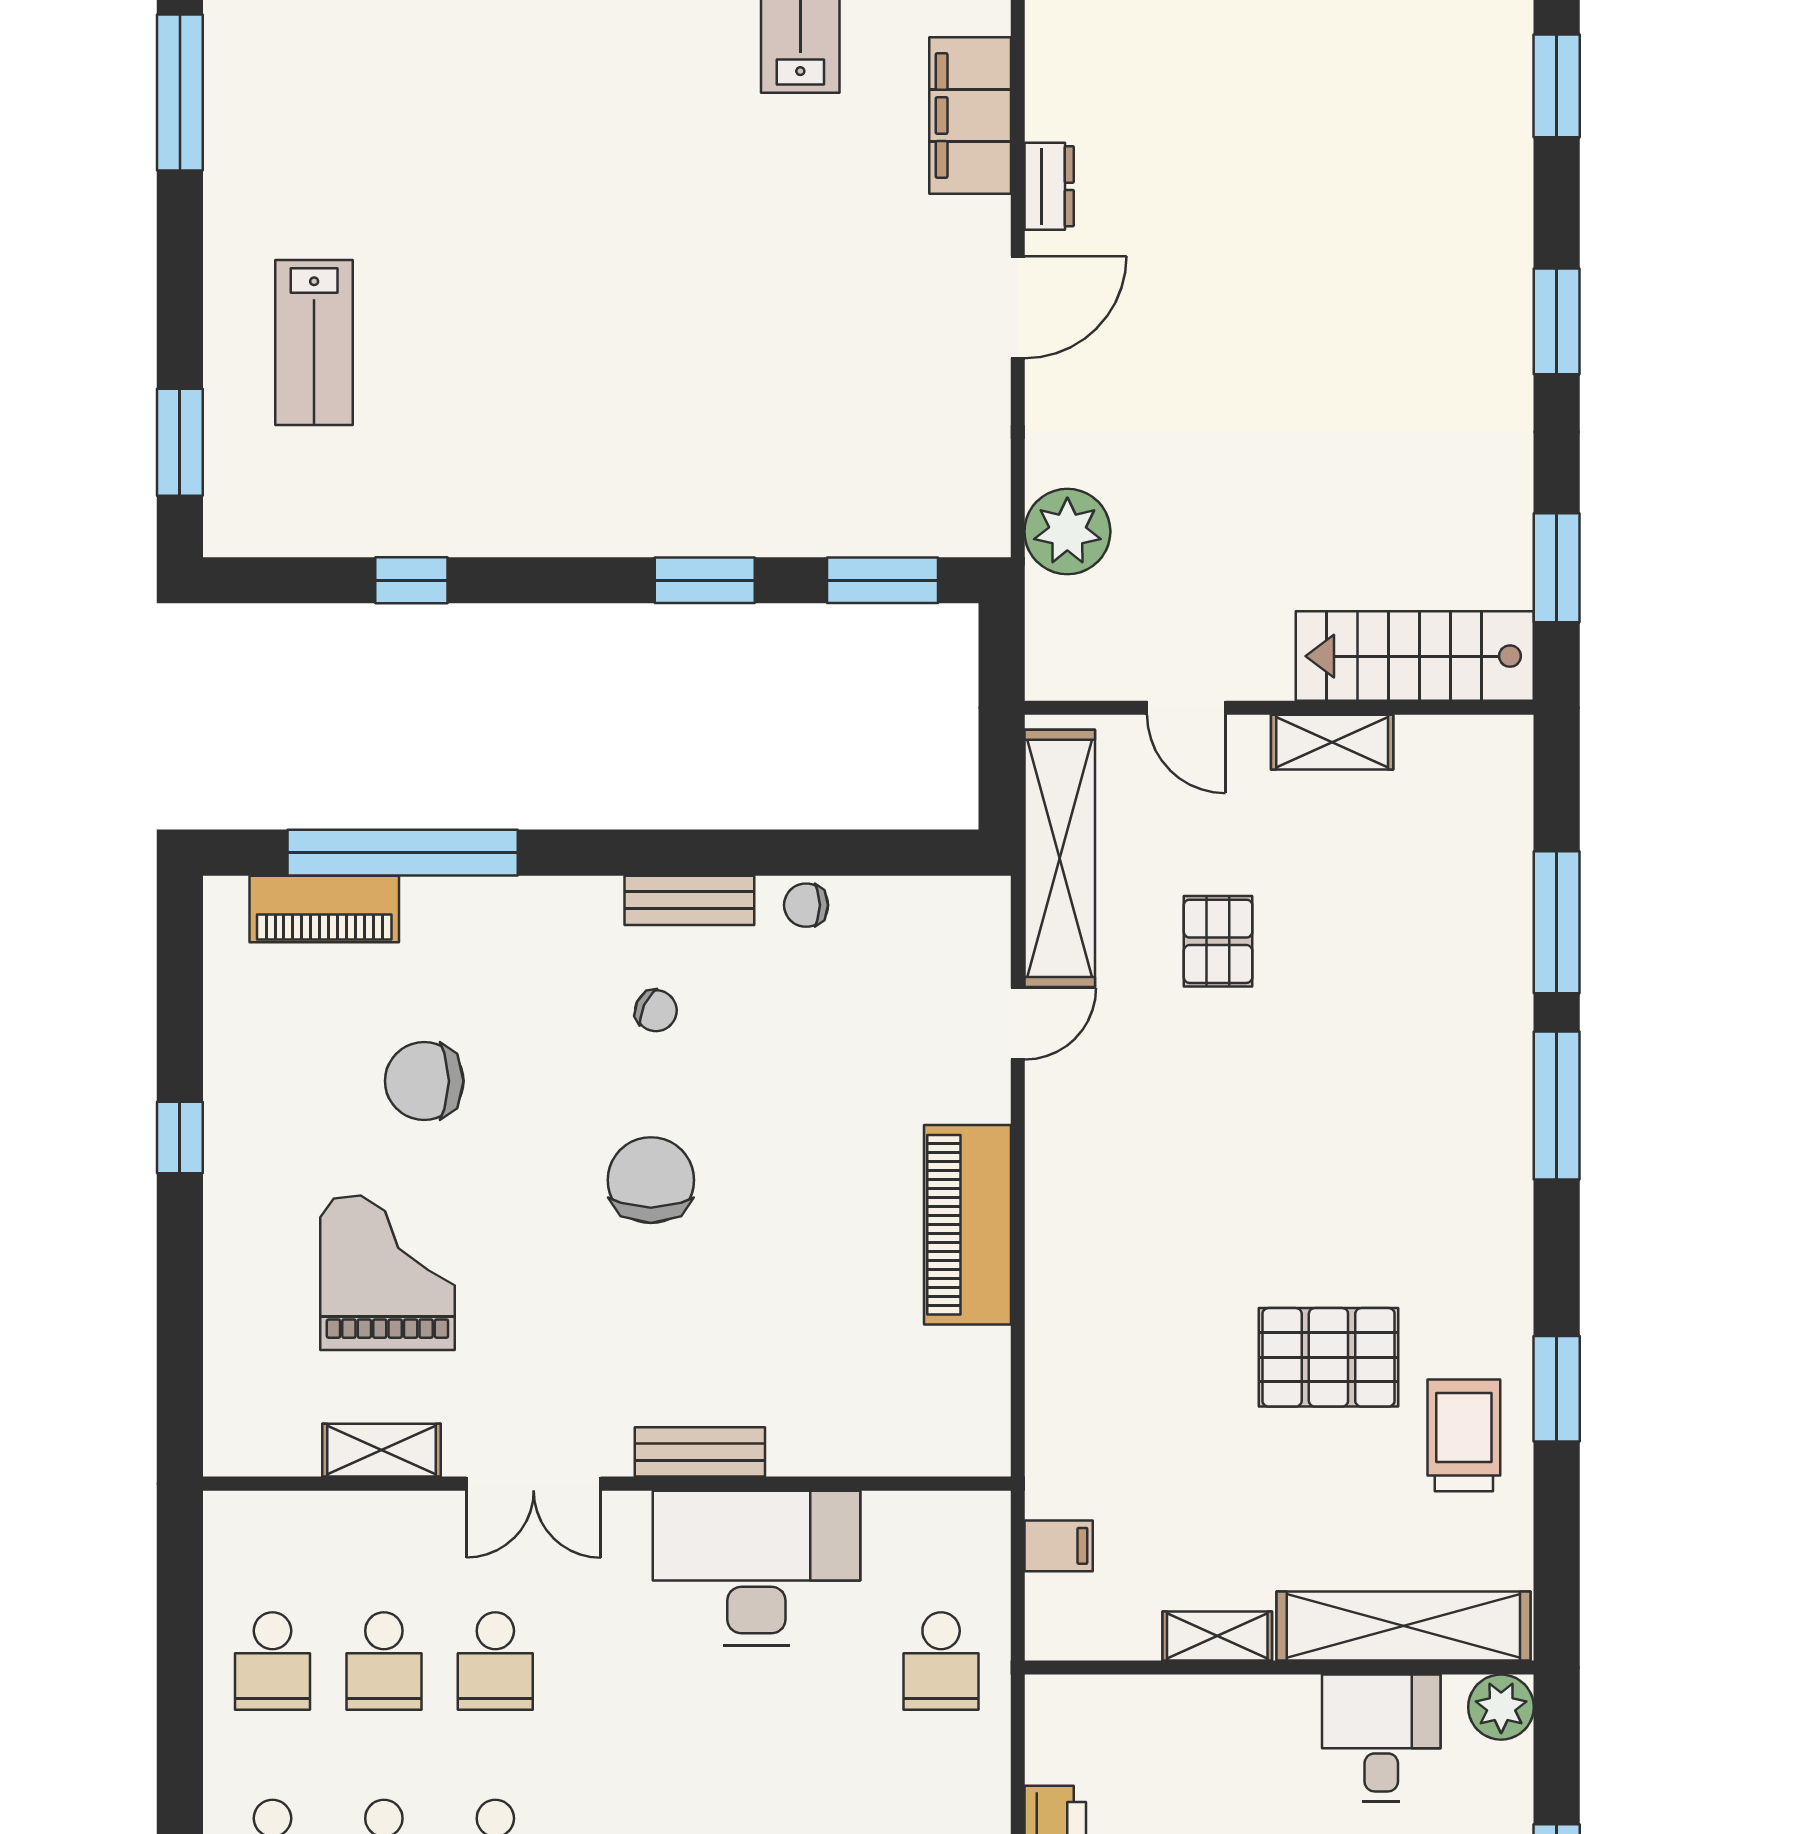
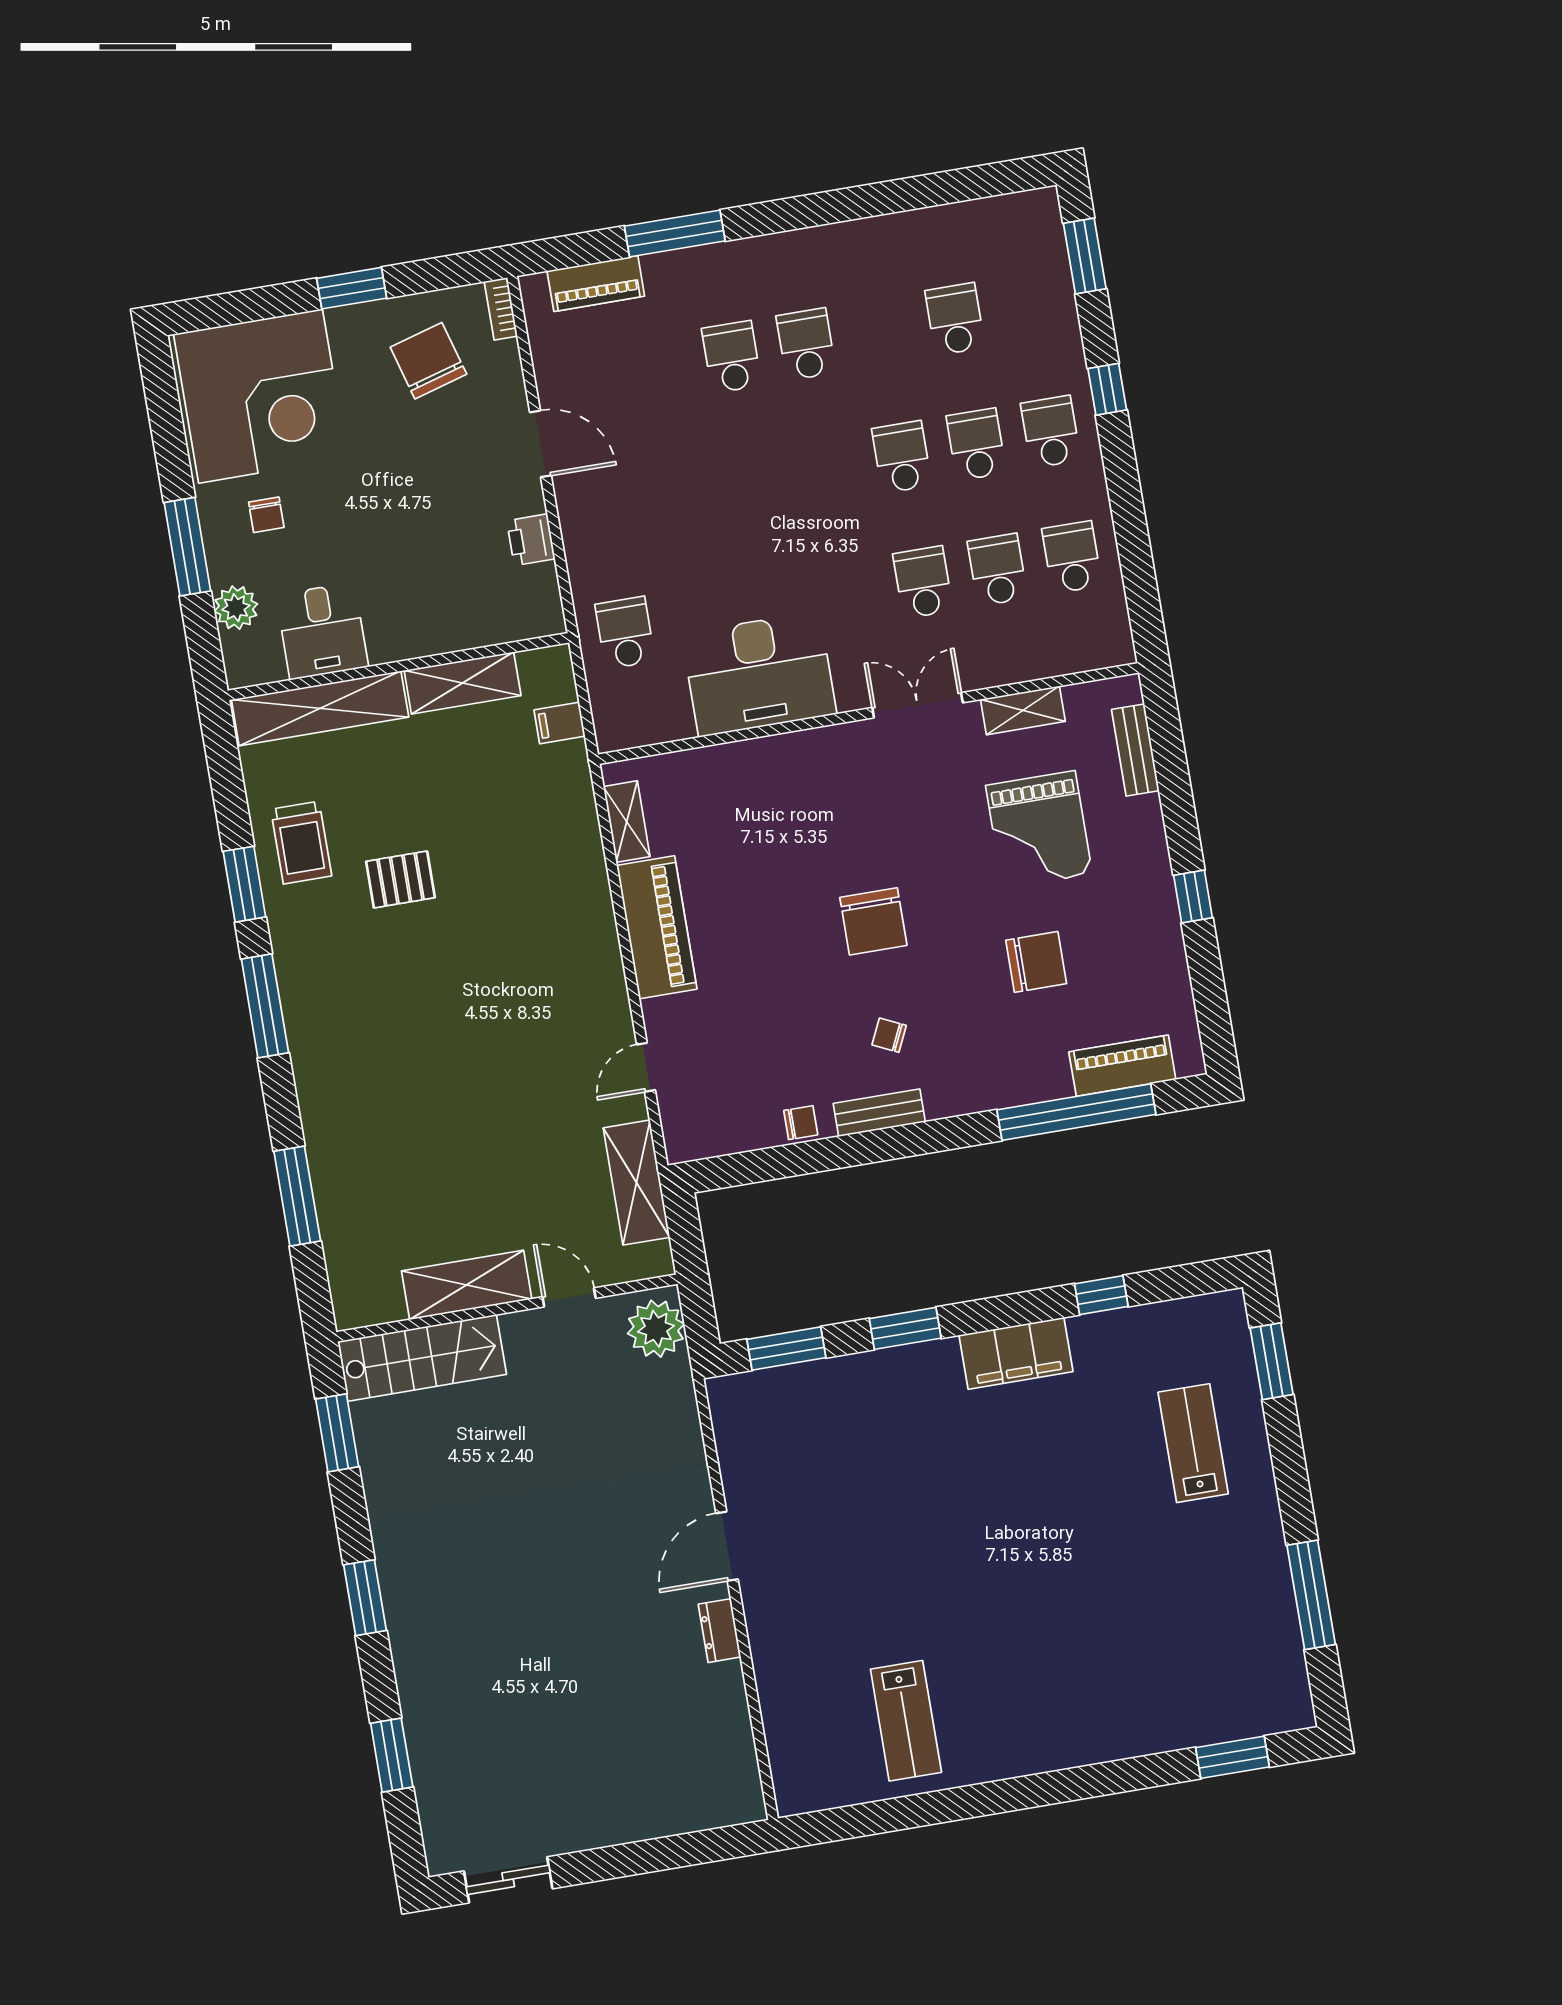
filing cabinet: (970, 115) -> (1016, 1353), moved, turned 90
plant: (1067, 532) -> (656, 1329), moved
shelving: (1332, 742) -> (467, 1285), width x1.50, depth x1.33
shelving: (1060, 858) -> (637, 1183), width x0.68
pallet: (1218, 941) -> (521, 1145), removed
window: (1557, 1105) -> (265, 1006), moved
pallet: (1328, 1357) -> (400, 879), width x0.67, depth x0.71
shelving: (985, 1386) -> (627, 822), added
bench: (700, 1452) -> (1135, 750), moved, turned 90
shelving: (1217, 1636) -> (463, 683), width x1.50, depth x1.33
plant: (1501, 1707) -> (236, 608), moved

